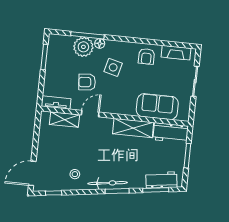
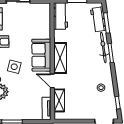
armchair: (87, 82) -> (28, 86), removed
sofa: (157, 107) -> (41, 55), moved
shelving: (133, 128) -> (60, 58), moved
bicycle: (108, 183) -> (103, 47), moved

